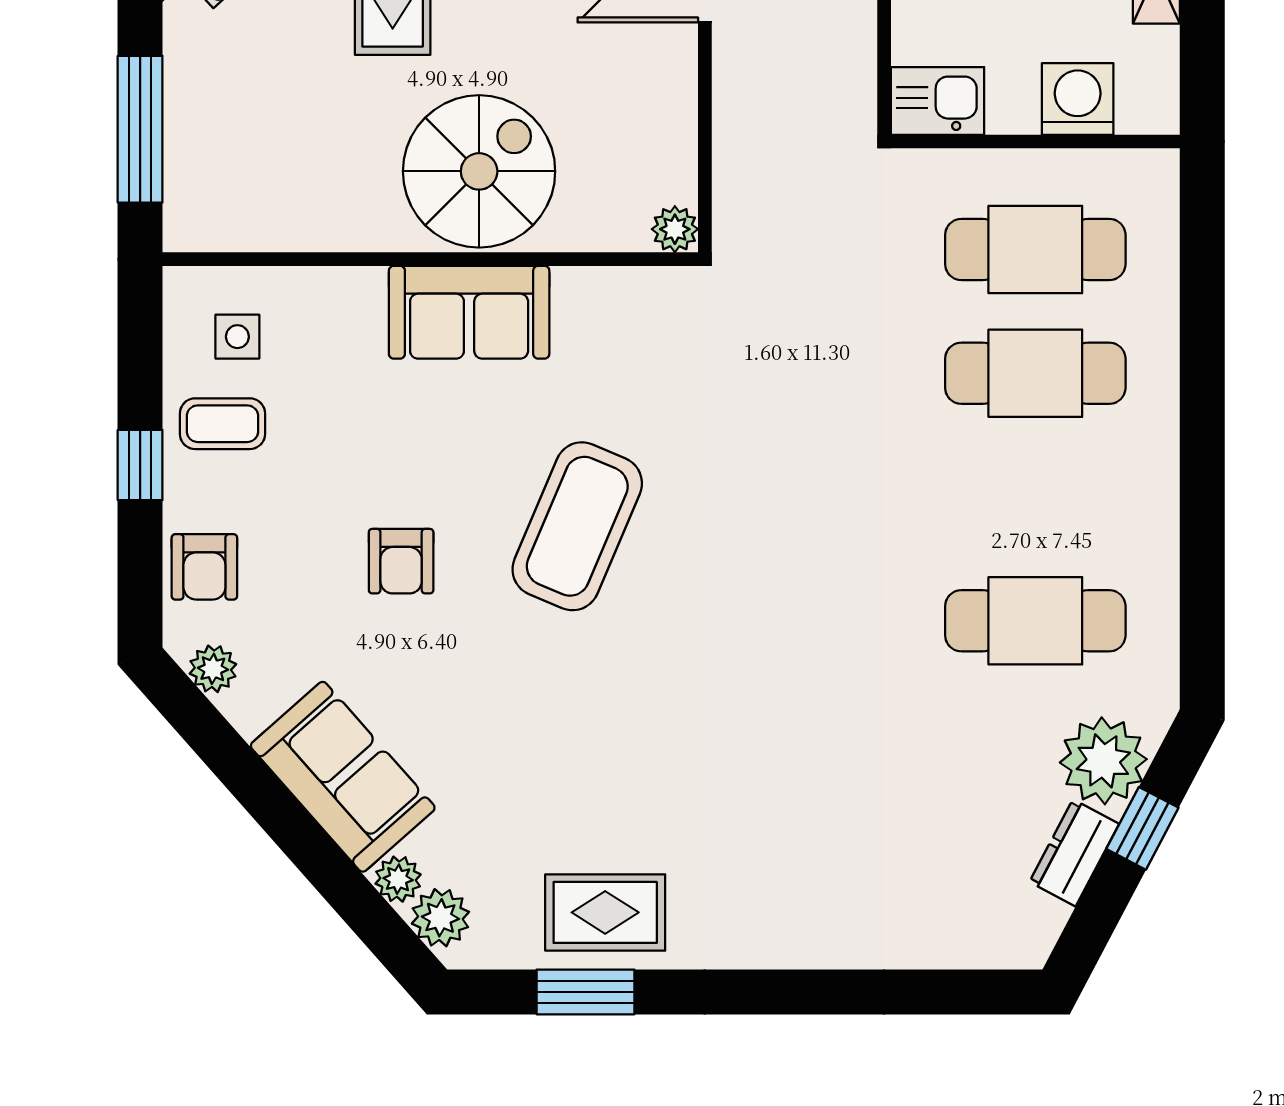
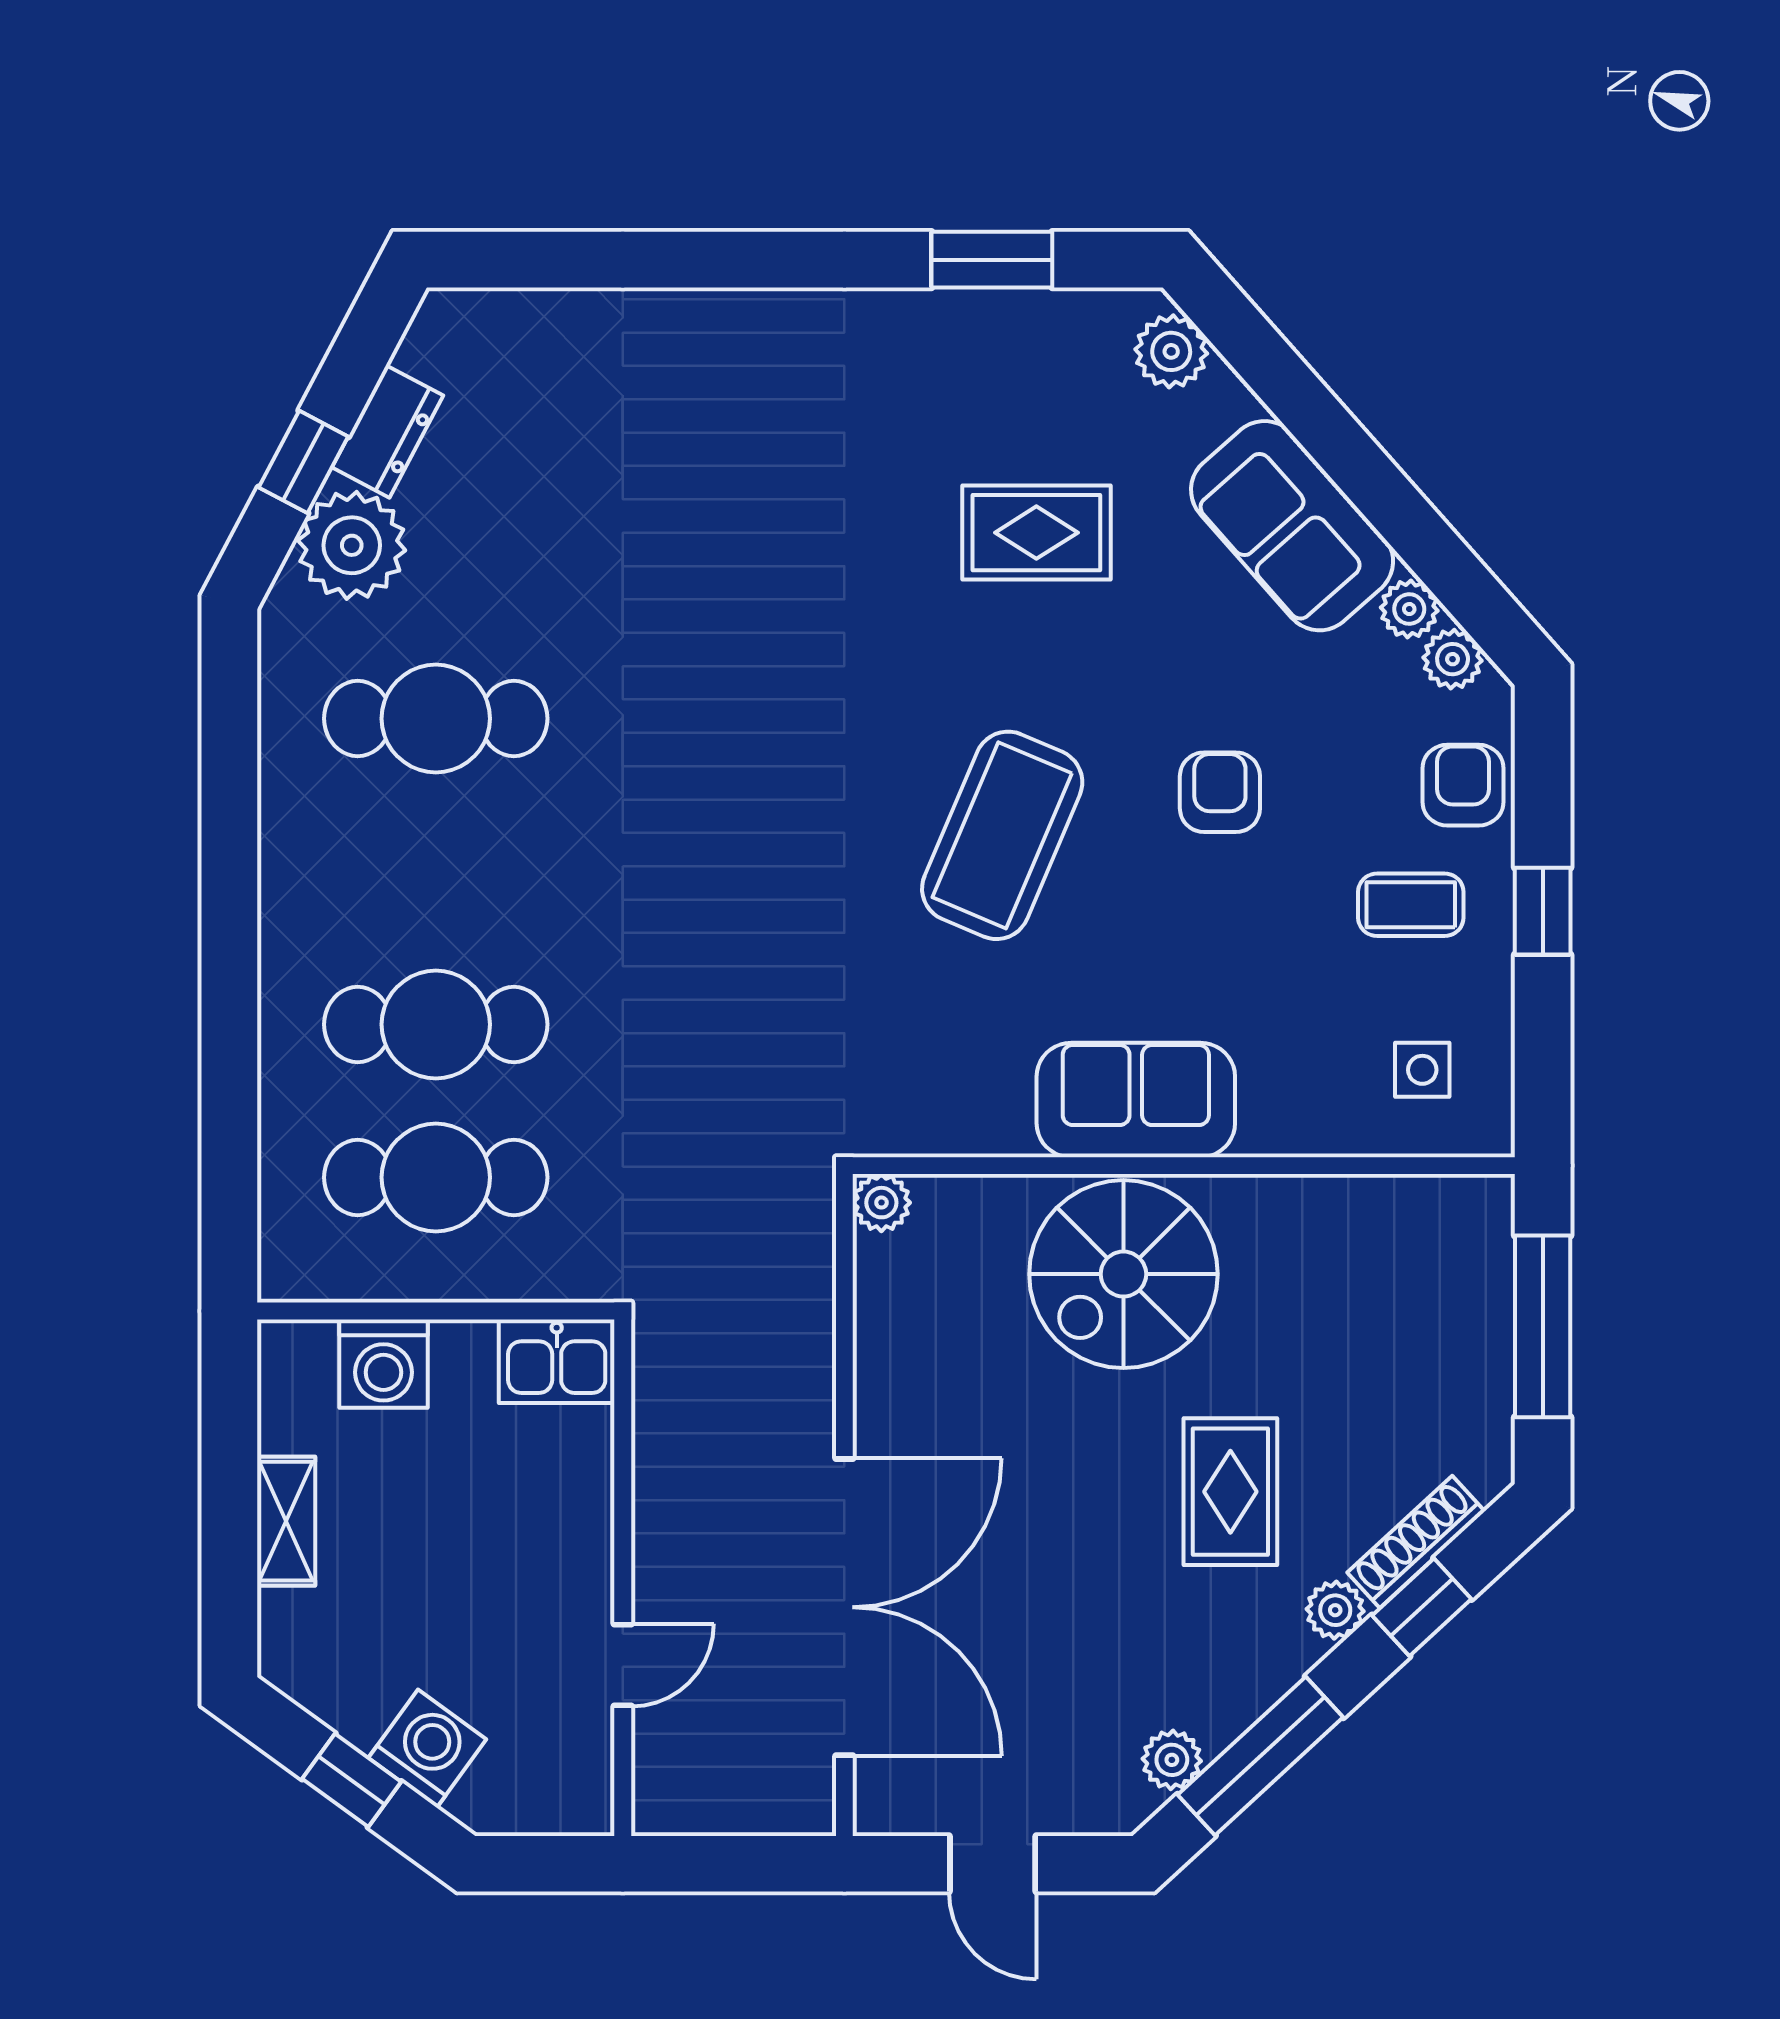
coffee table: (222, 424) -> (1411, 905), moved
plant: (398, 879) -> (1409, 609), moved
rug: (605, 912) -> (1036, 533), moved

